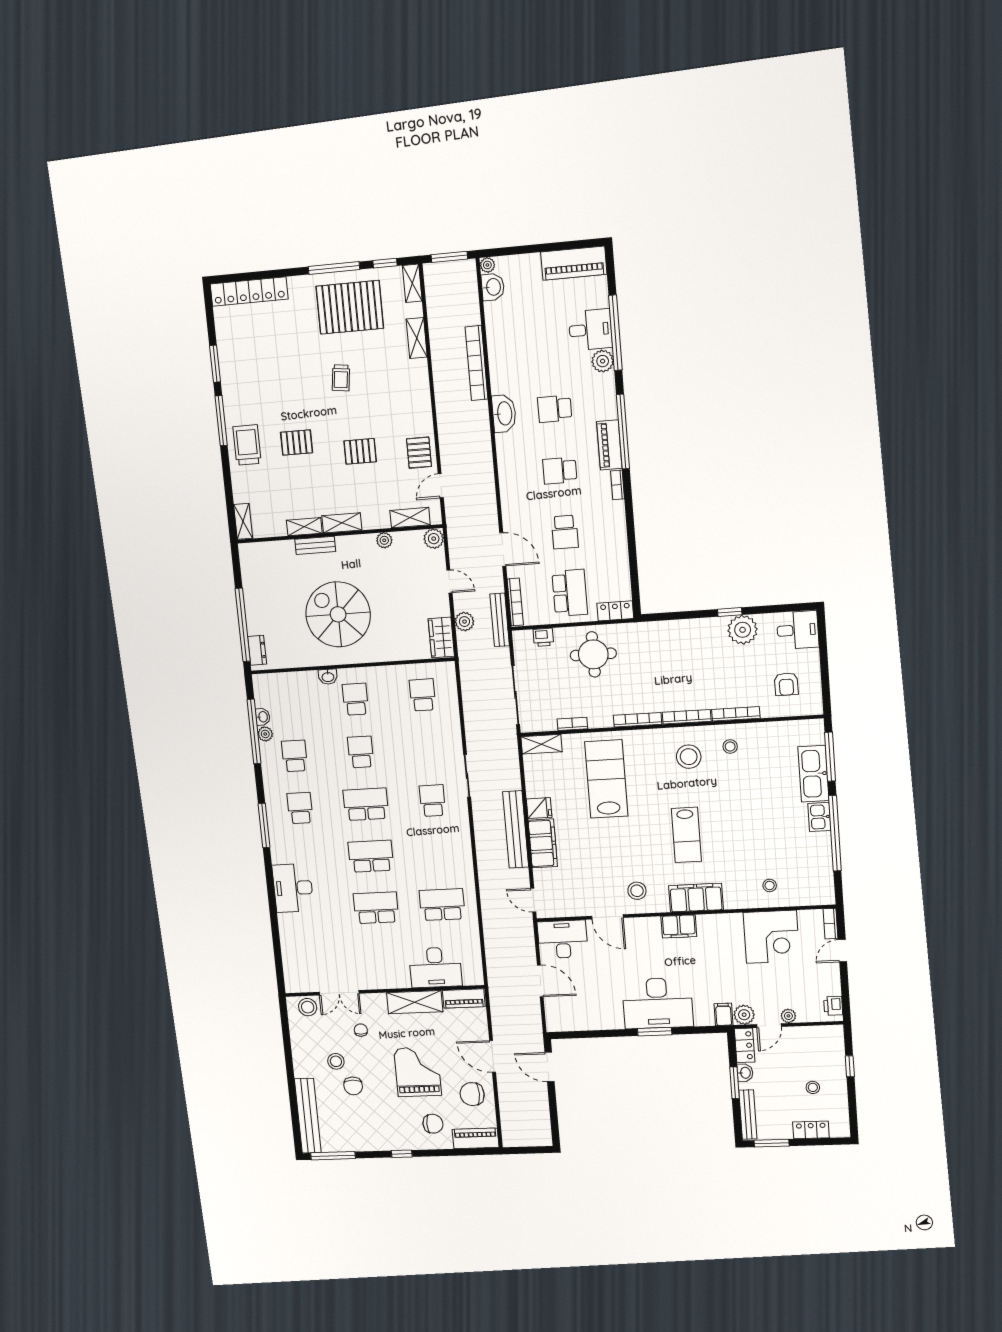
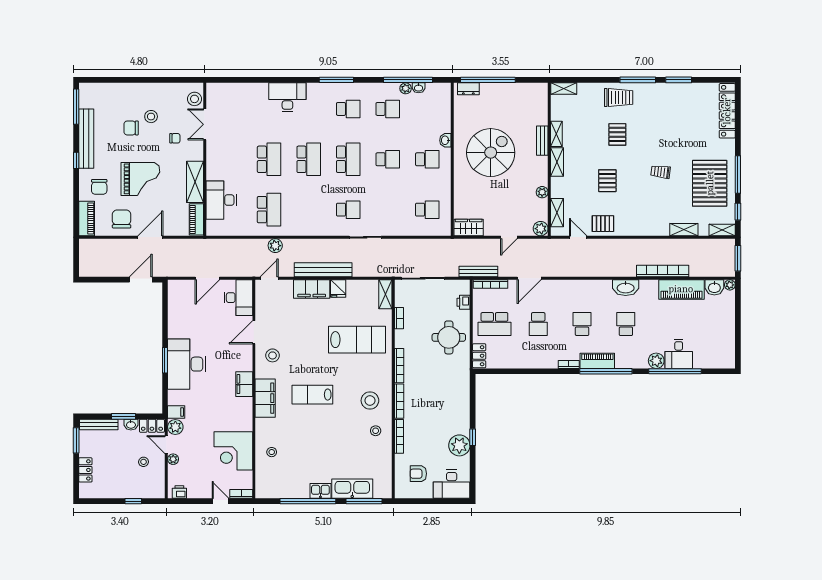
piano: (574, 263) -> (681, 289), moved, turned -90
school desk: (565, 532) -> (538, 324), turned -90
plant: (464, 622) -> (275, 246), moved
desk: (798, 630) -> (452, 484), width x1.37
stool: (813, 1087) -> (144, 462), moved
bench: (308, 1116) -> (86, 139), moved, turned 90

